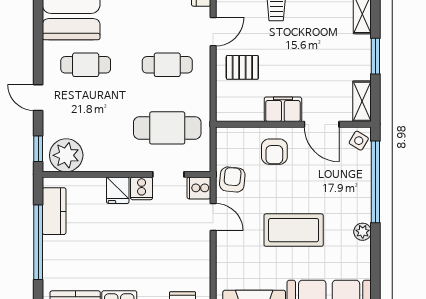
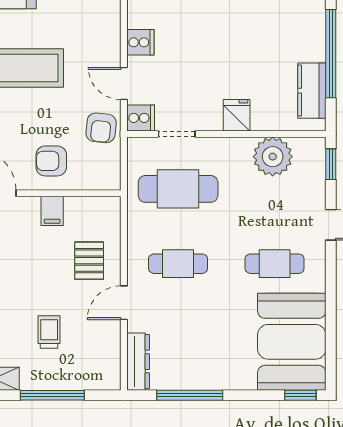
pallet: (242, 67) -> (89, 261), turned 90
filing cabinet: (283, 109) -> (52, 211), width x0.50
armchair: (274, 152) -> (51, 161), turned -90
plant: (66, 155) -> (273, 157), moved
cooker: (142, 188) -> (140, 42), moved, turned 90

